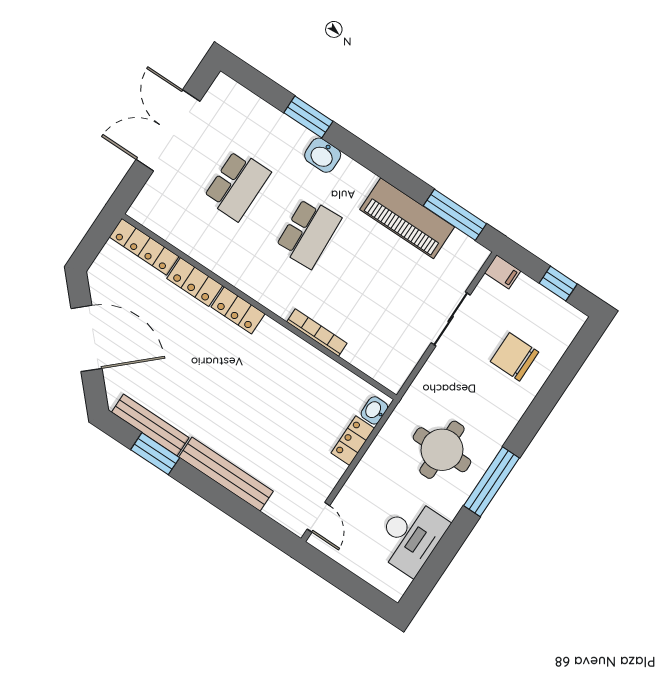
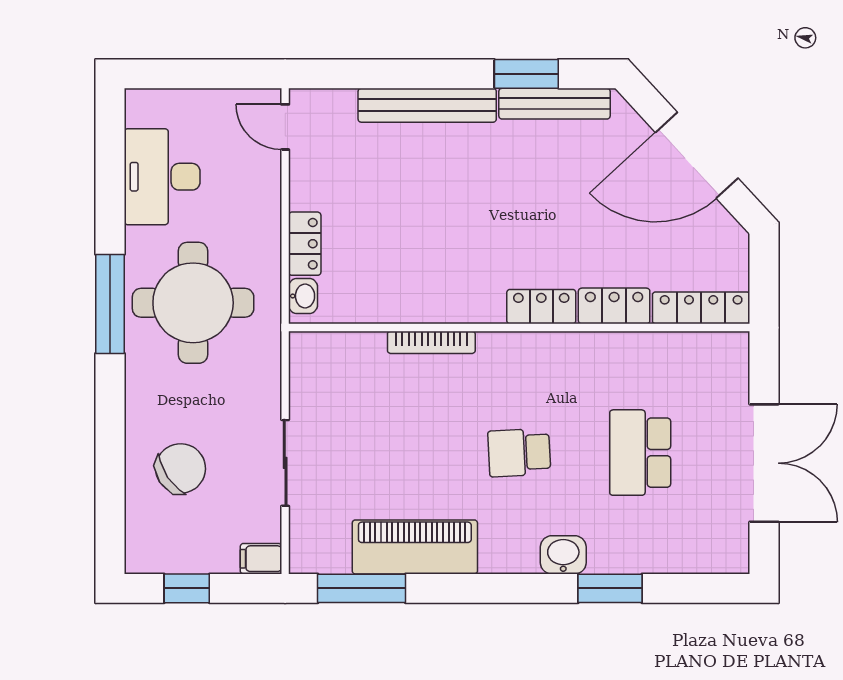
school desk: (308, 233) -> (519, 453), width x0.54
chair: (515, 357) -> (181, 468), turned -34
round table: (442, 450) -> (193, 303), width x1.36, depth x1.36

